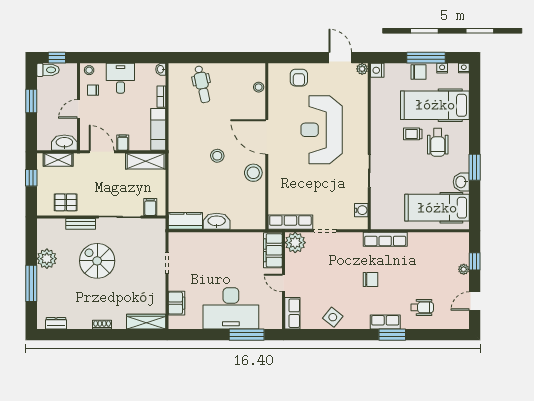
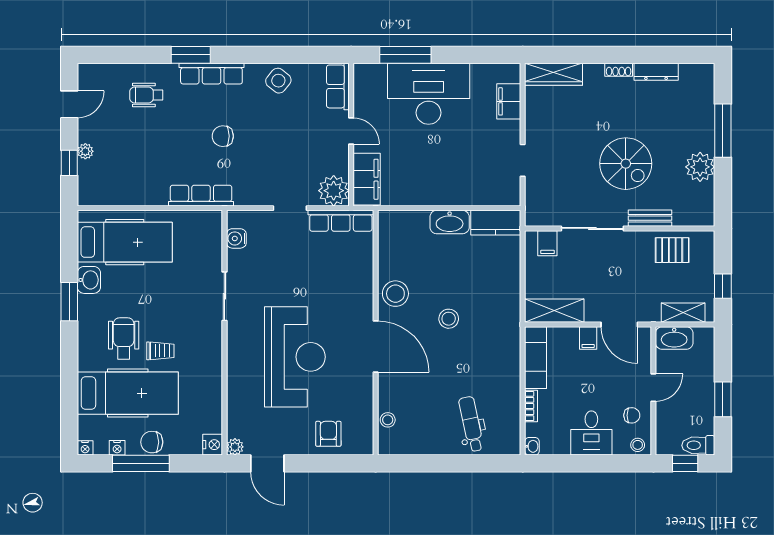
row of seats: (385, 322) -> (211, 74), width x1.48
dresser: (56, 323) -> (656, 72), moved, width x1.44

